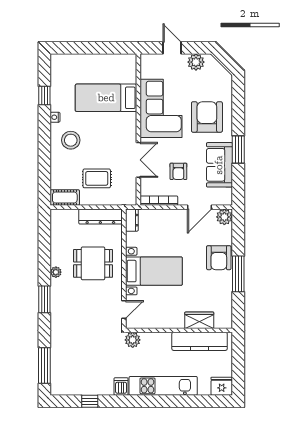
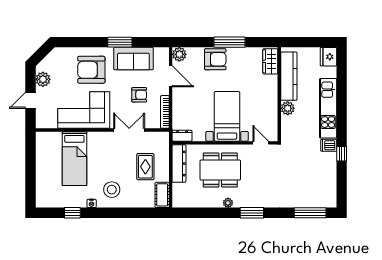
dining table: (93, 263) -> (220, 170), width x1.38
wardrobe: (199, 320) -> (270, 61), moved
plant: (133, 340) -> (288, 108), moved
window: (90, 401) -> (342, 154), moved

